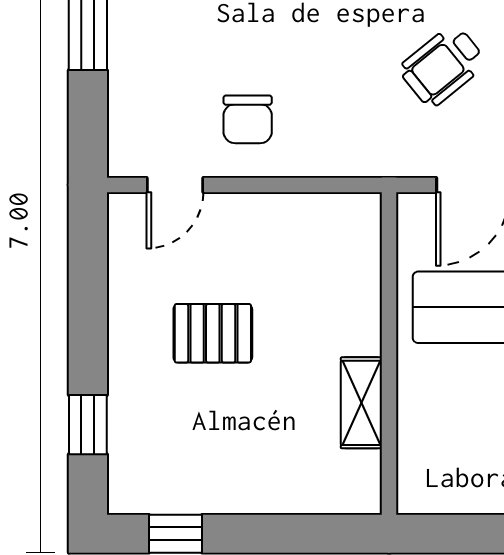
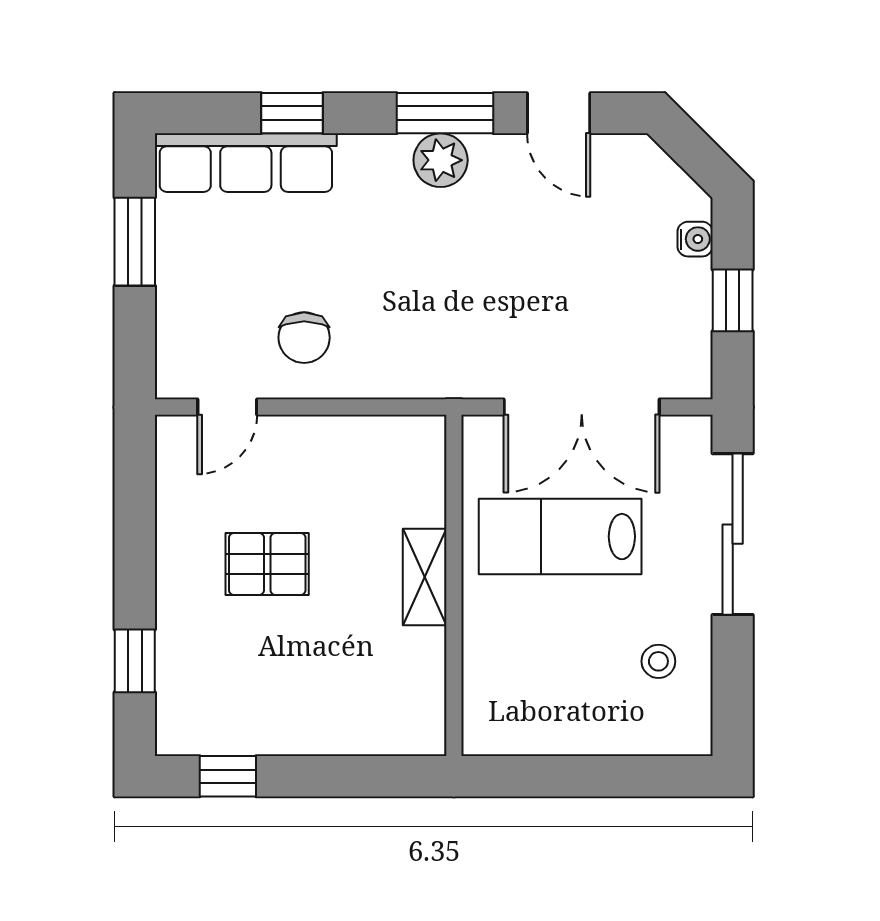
wheelchair: (443, 66) -> (510, 281), removed
shelving: (361, 403) -> (425, 577), moved

